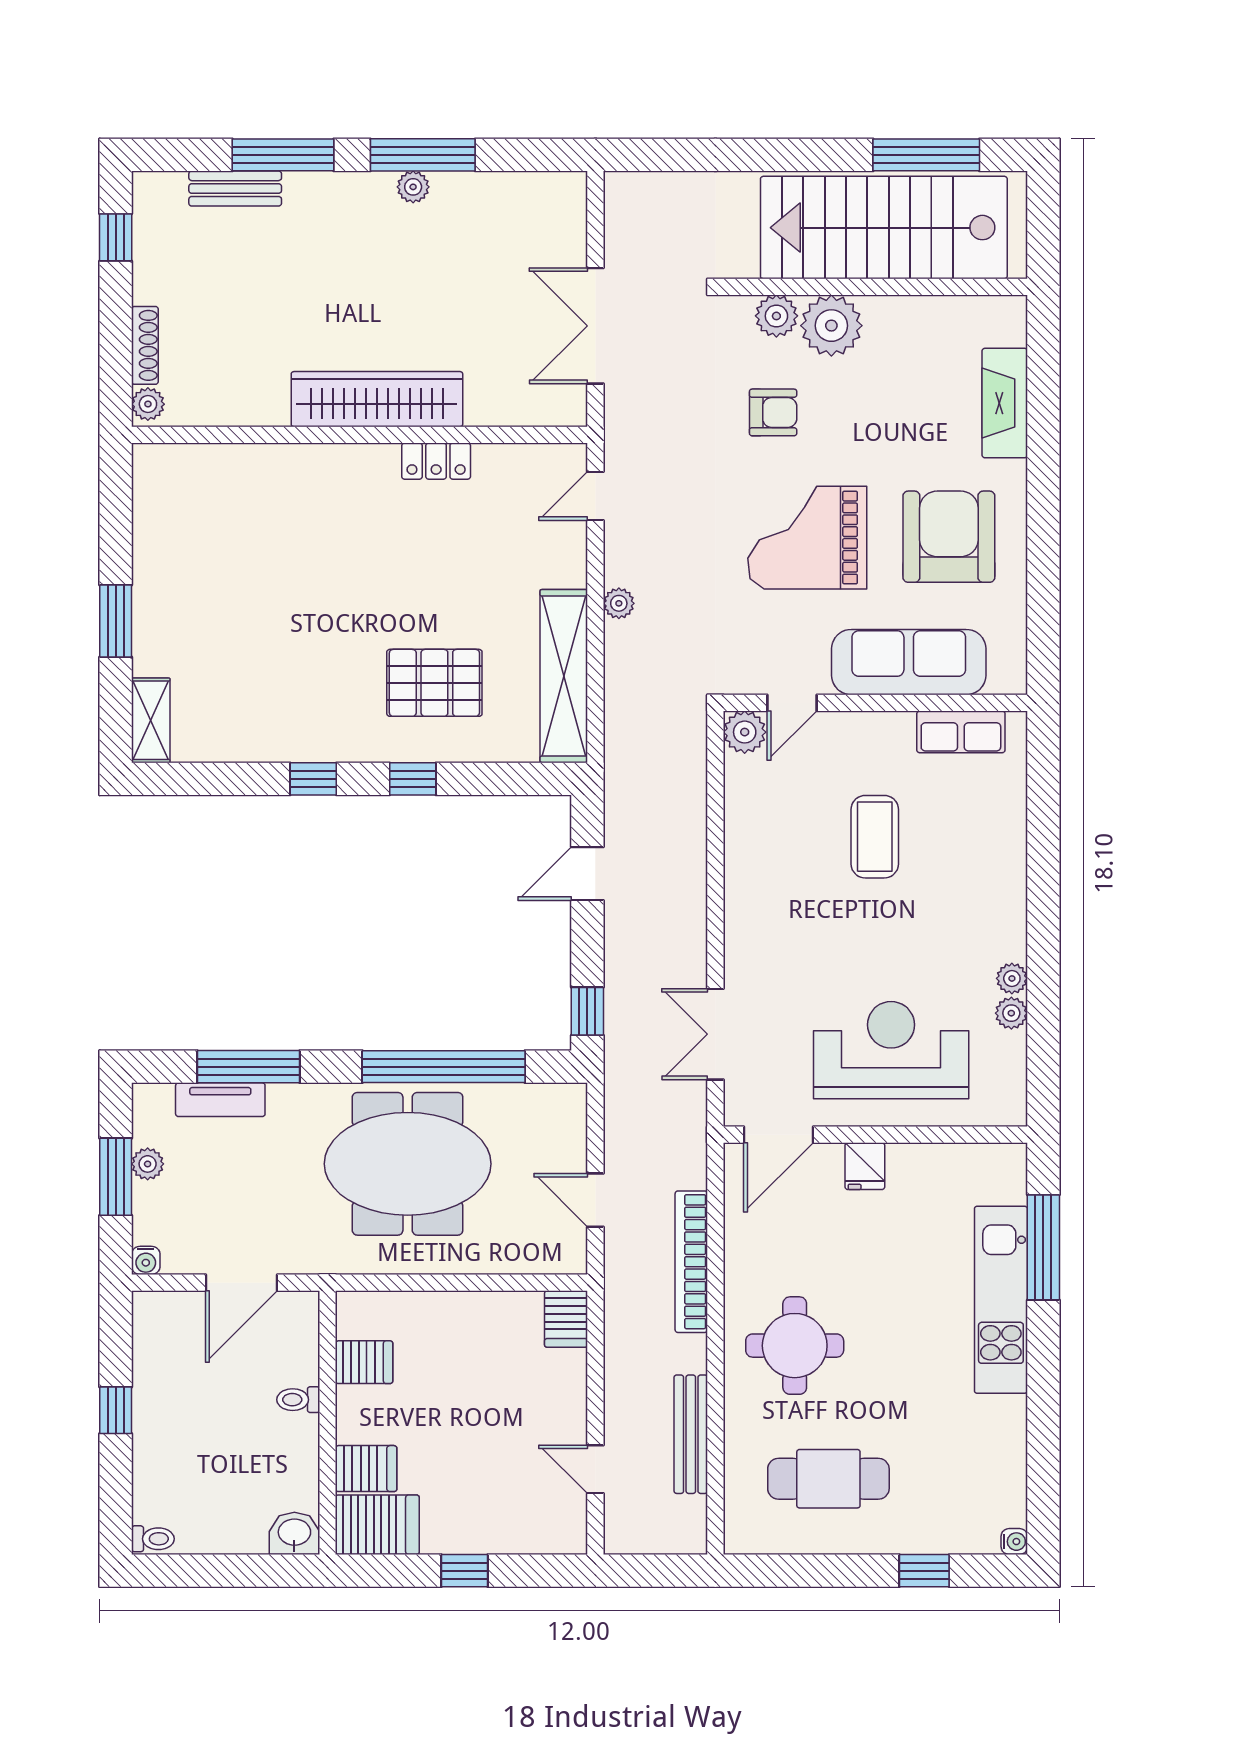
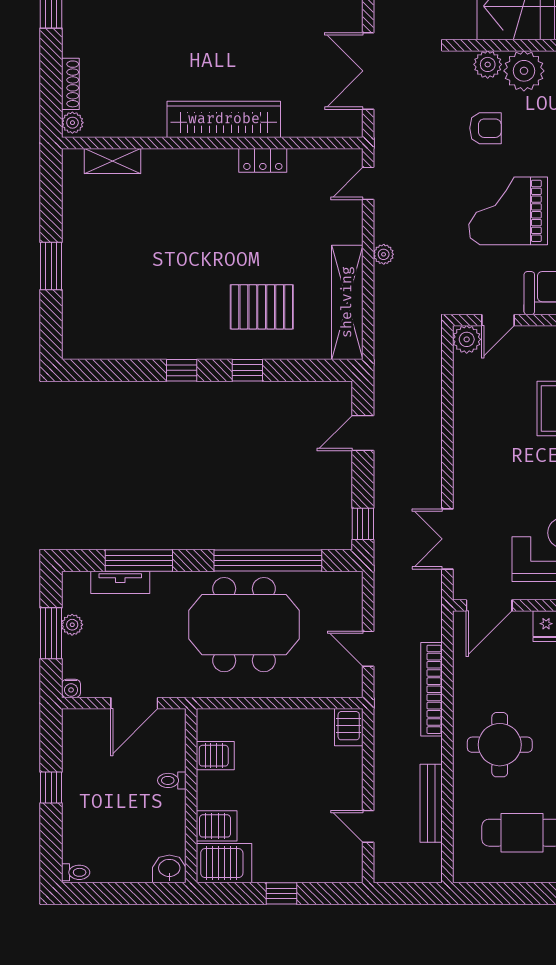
shelving: (151, 720) -> (112, 161), moved, turned 90

